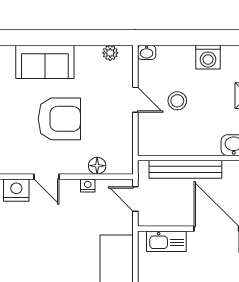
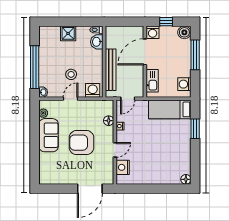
window: (190, 38) -> (35, 67), added
washing machine: (208, 57) -> (93, 90), moved, turned -90
sofa: (45, 62) -> (49, 135), moved
armchair: (59, 119) -> (81, 143), turned -90

